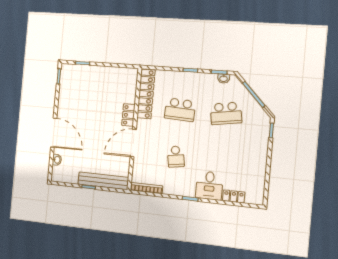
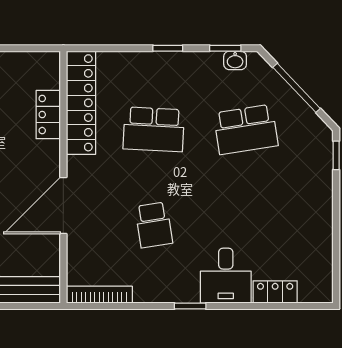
locker: (128, 115) -> (48, 115), moved

